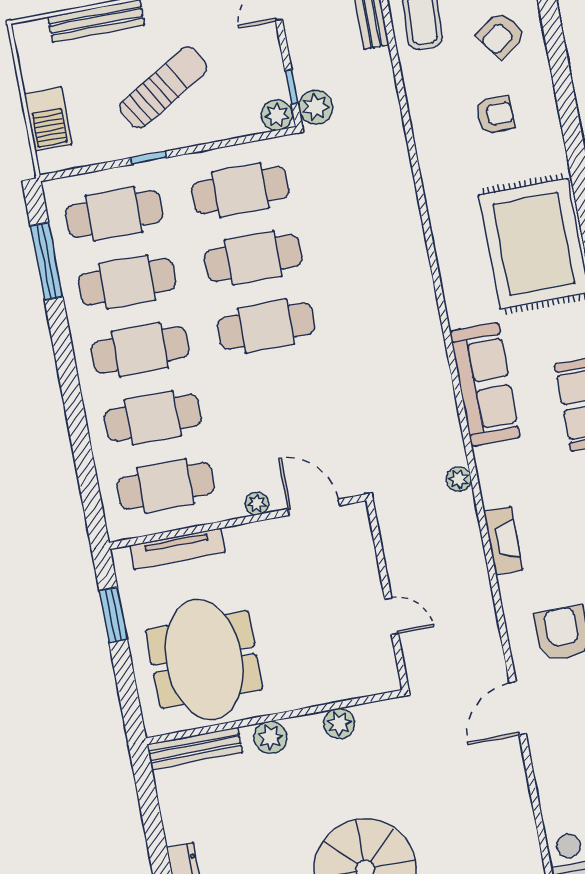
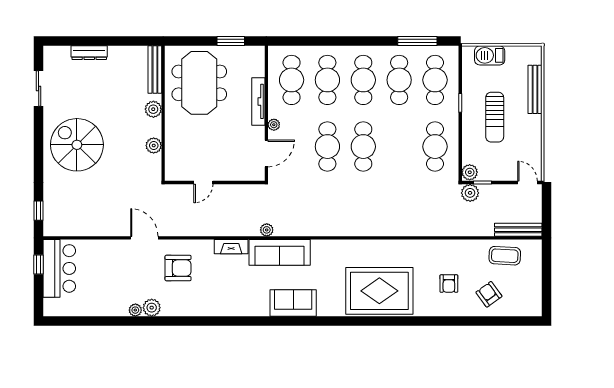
sun lounger: (163, 87) -> (495, 117), turned 31
cafe table: (253, 258) -> (327, 147), moved
sofa: (485, 384) -> (280, 252), moved
tv unit: (177, 549) -> (258, 101), moved
meeting table: (204, 660) -> (199, 83), turned 90

